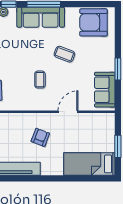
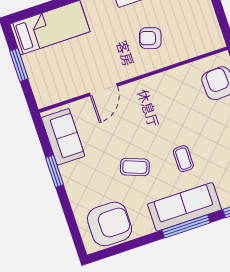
coffee table: (40, 80) -> (183, 159), moved
armchair: (40, 137) -> (150, 38), moved, turned 87

